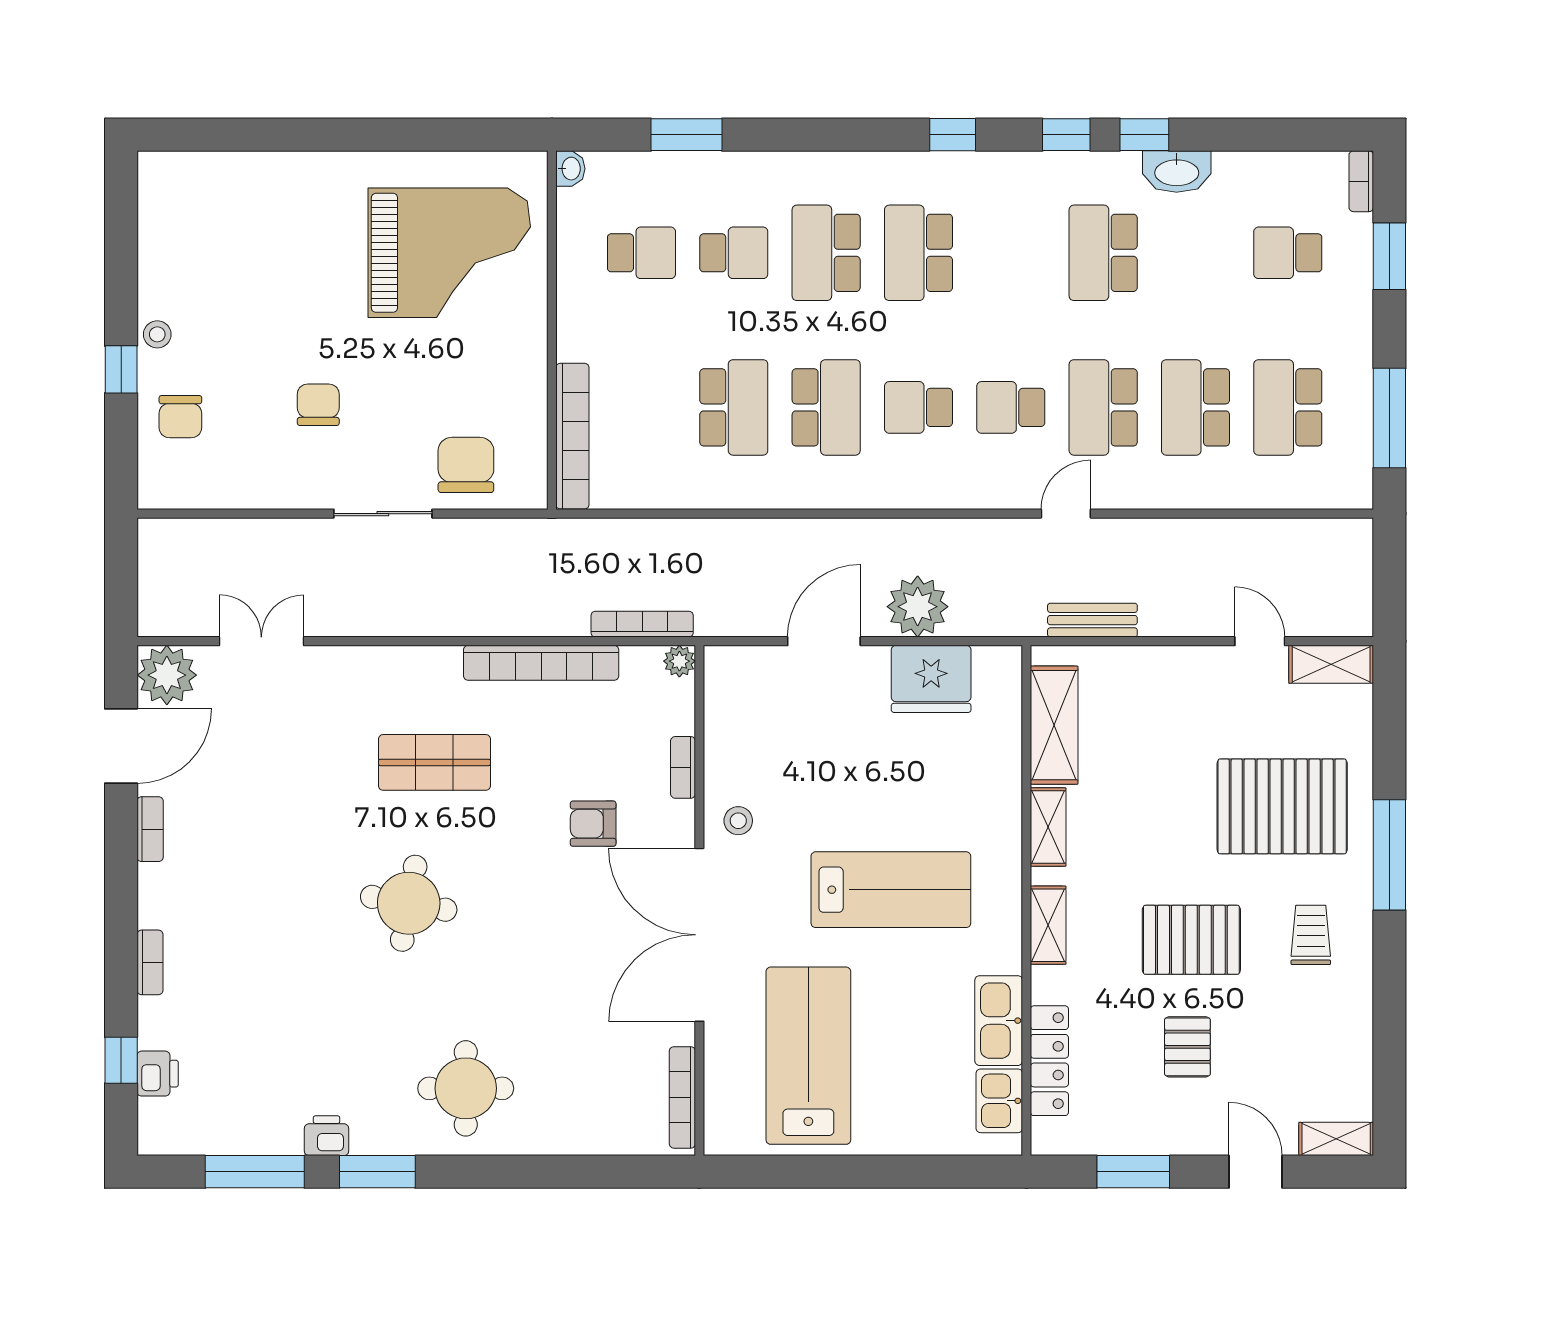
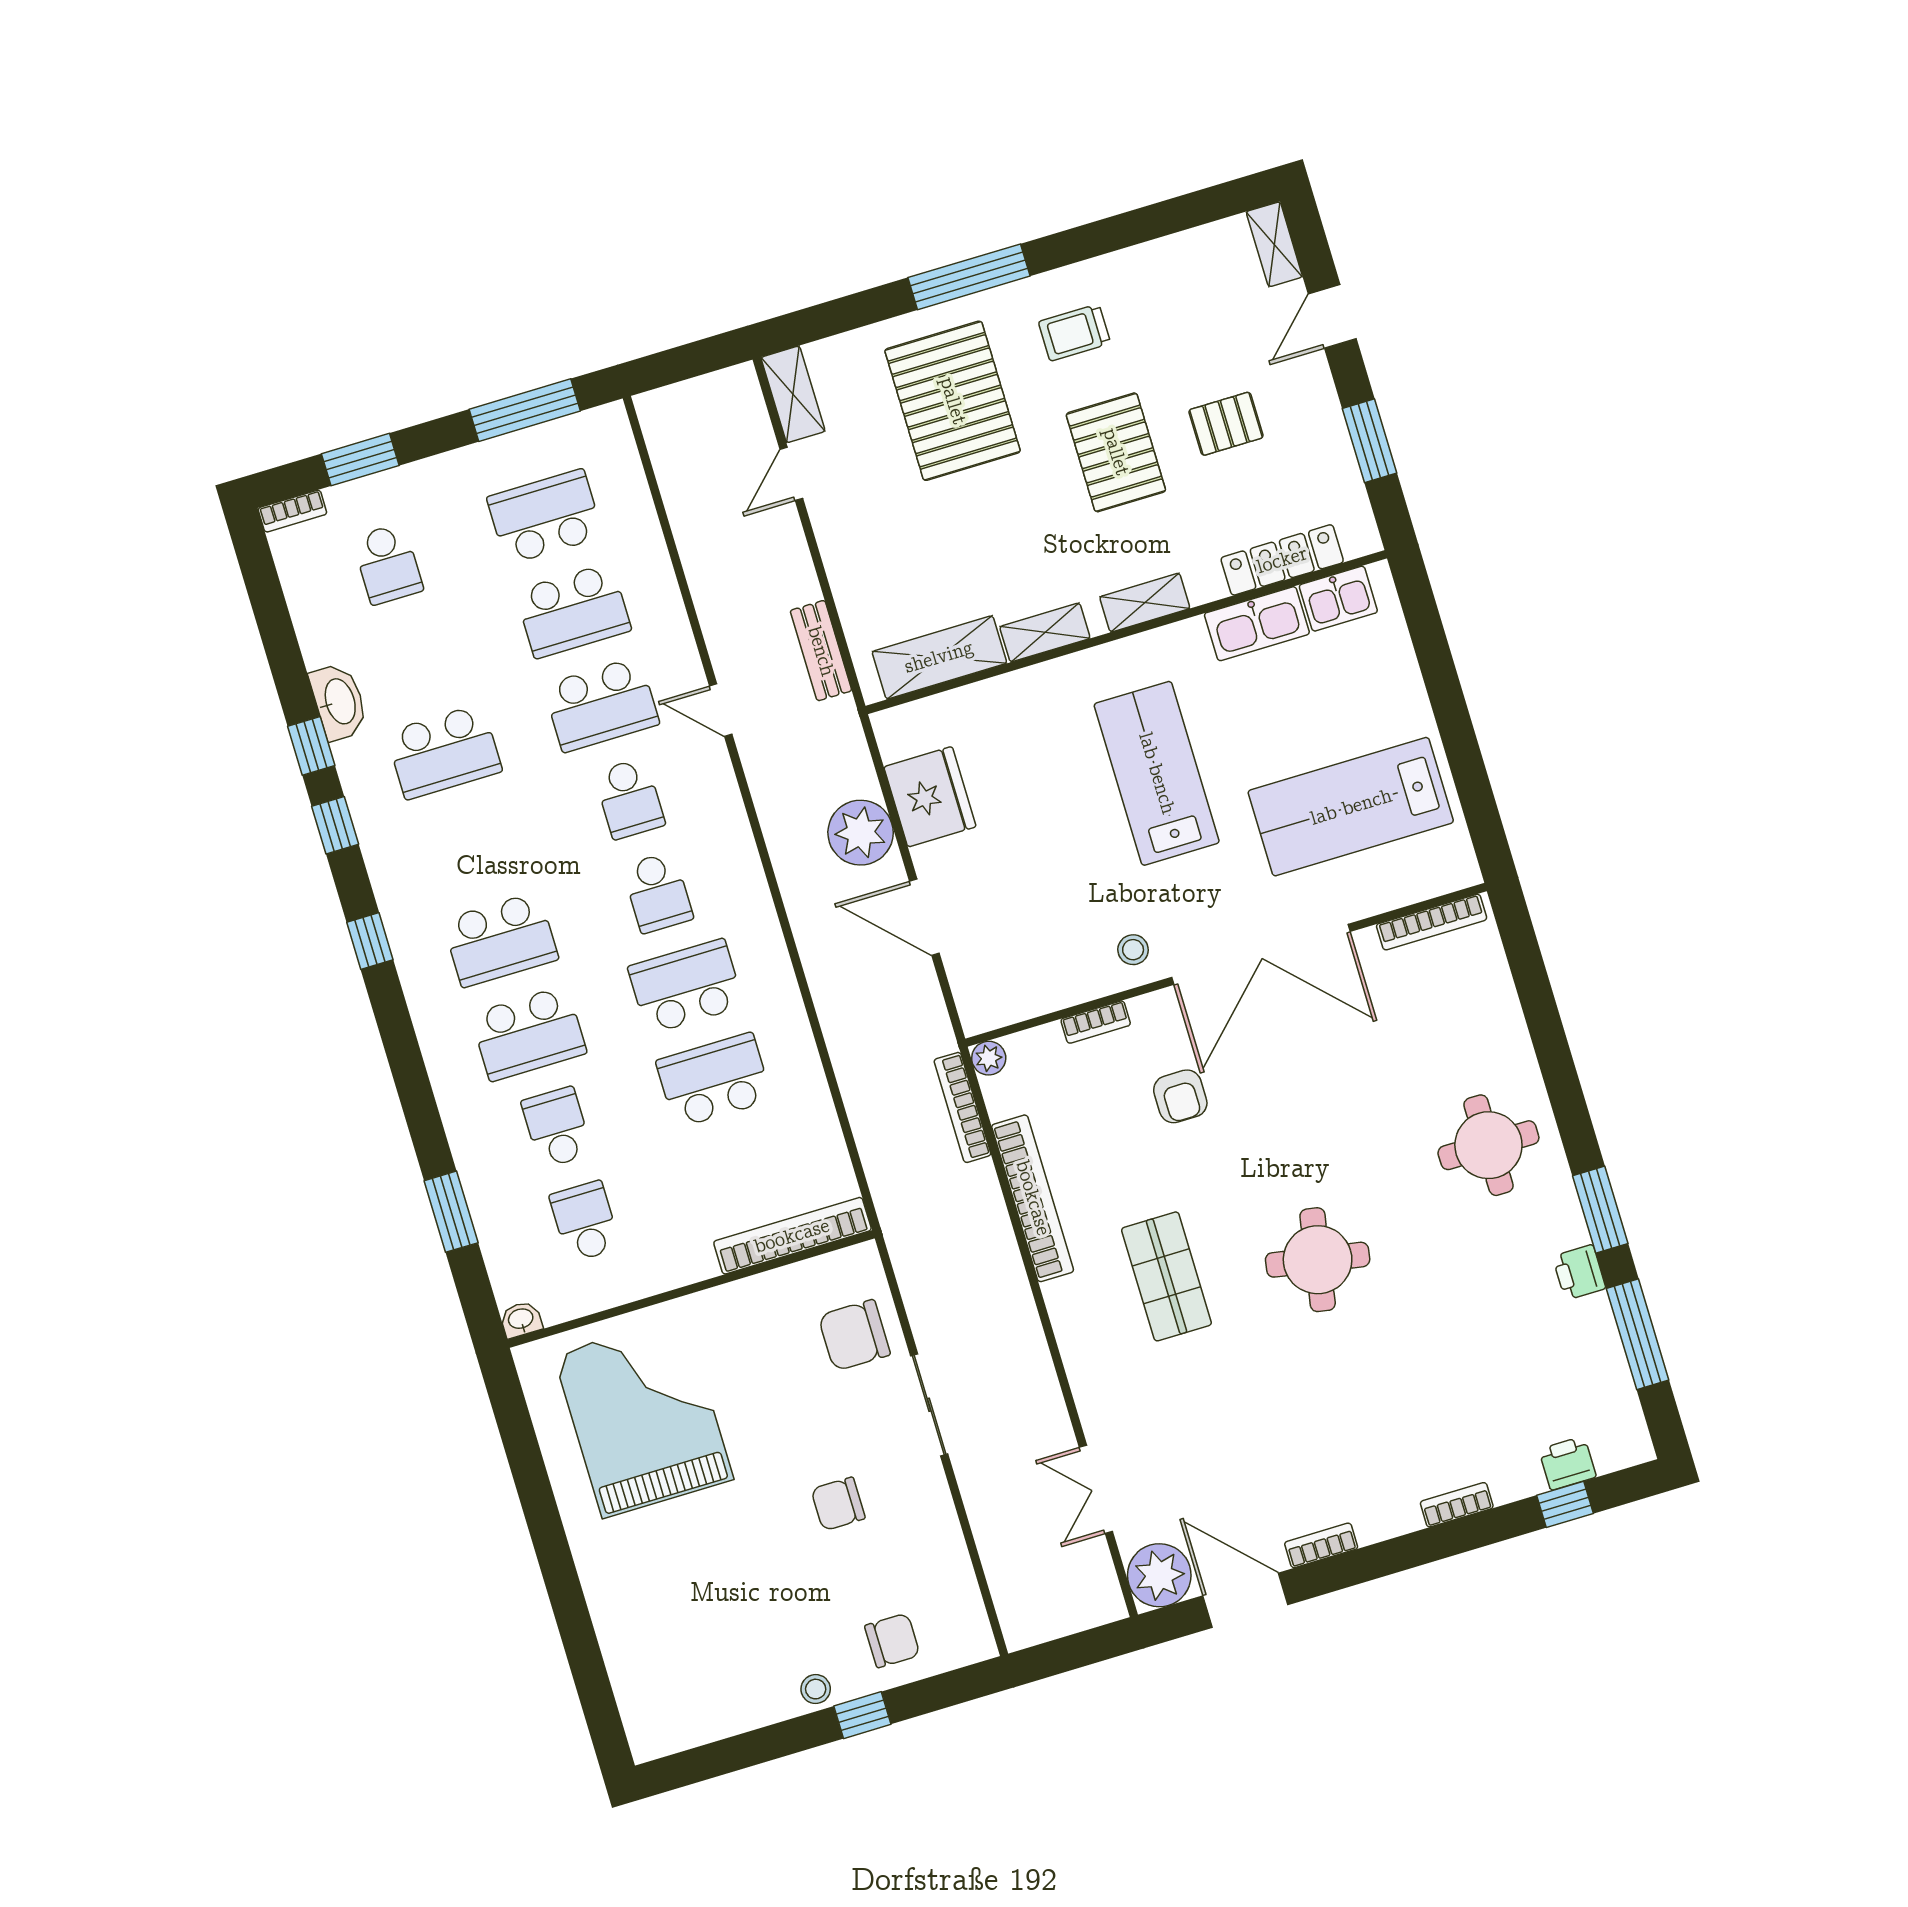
school desk: (1288, 407) -> (545, 517), turned 180

